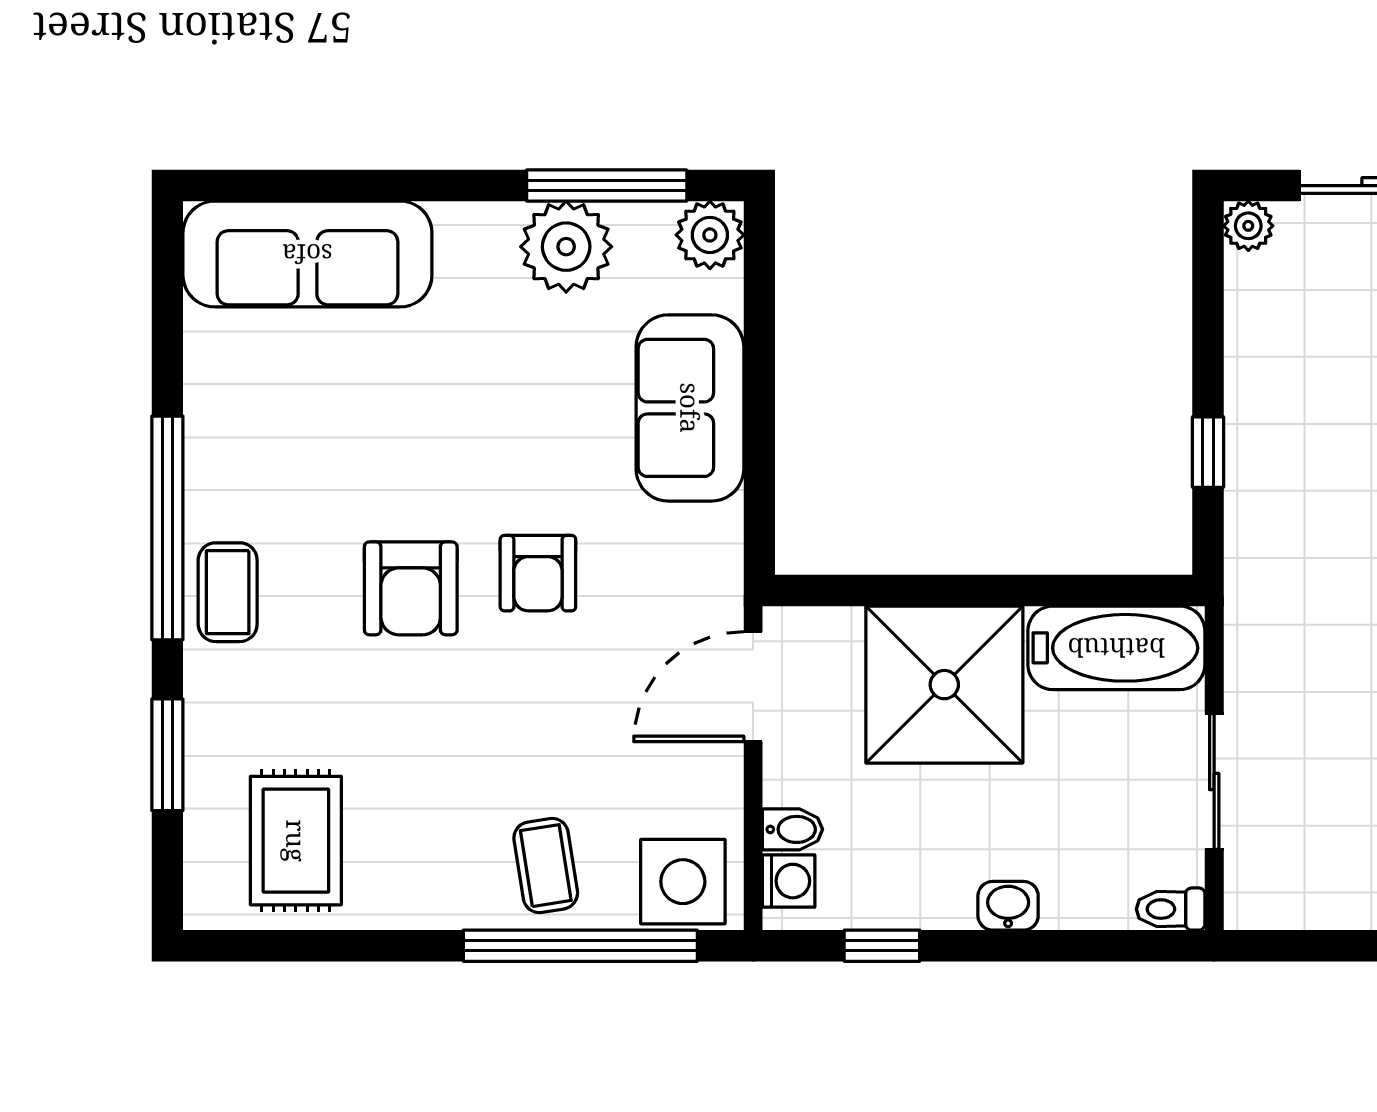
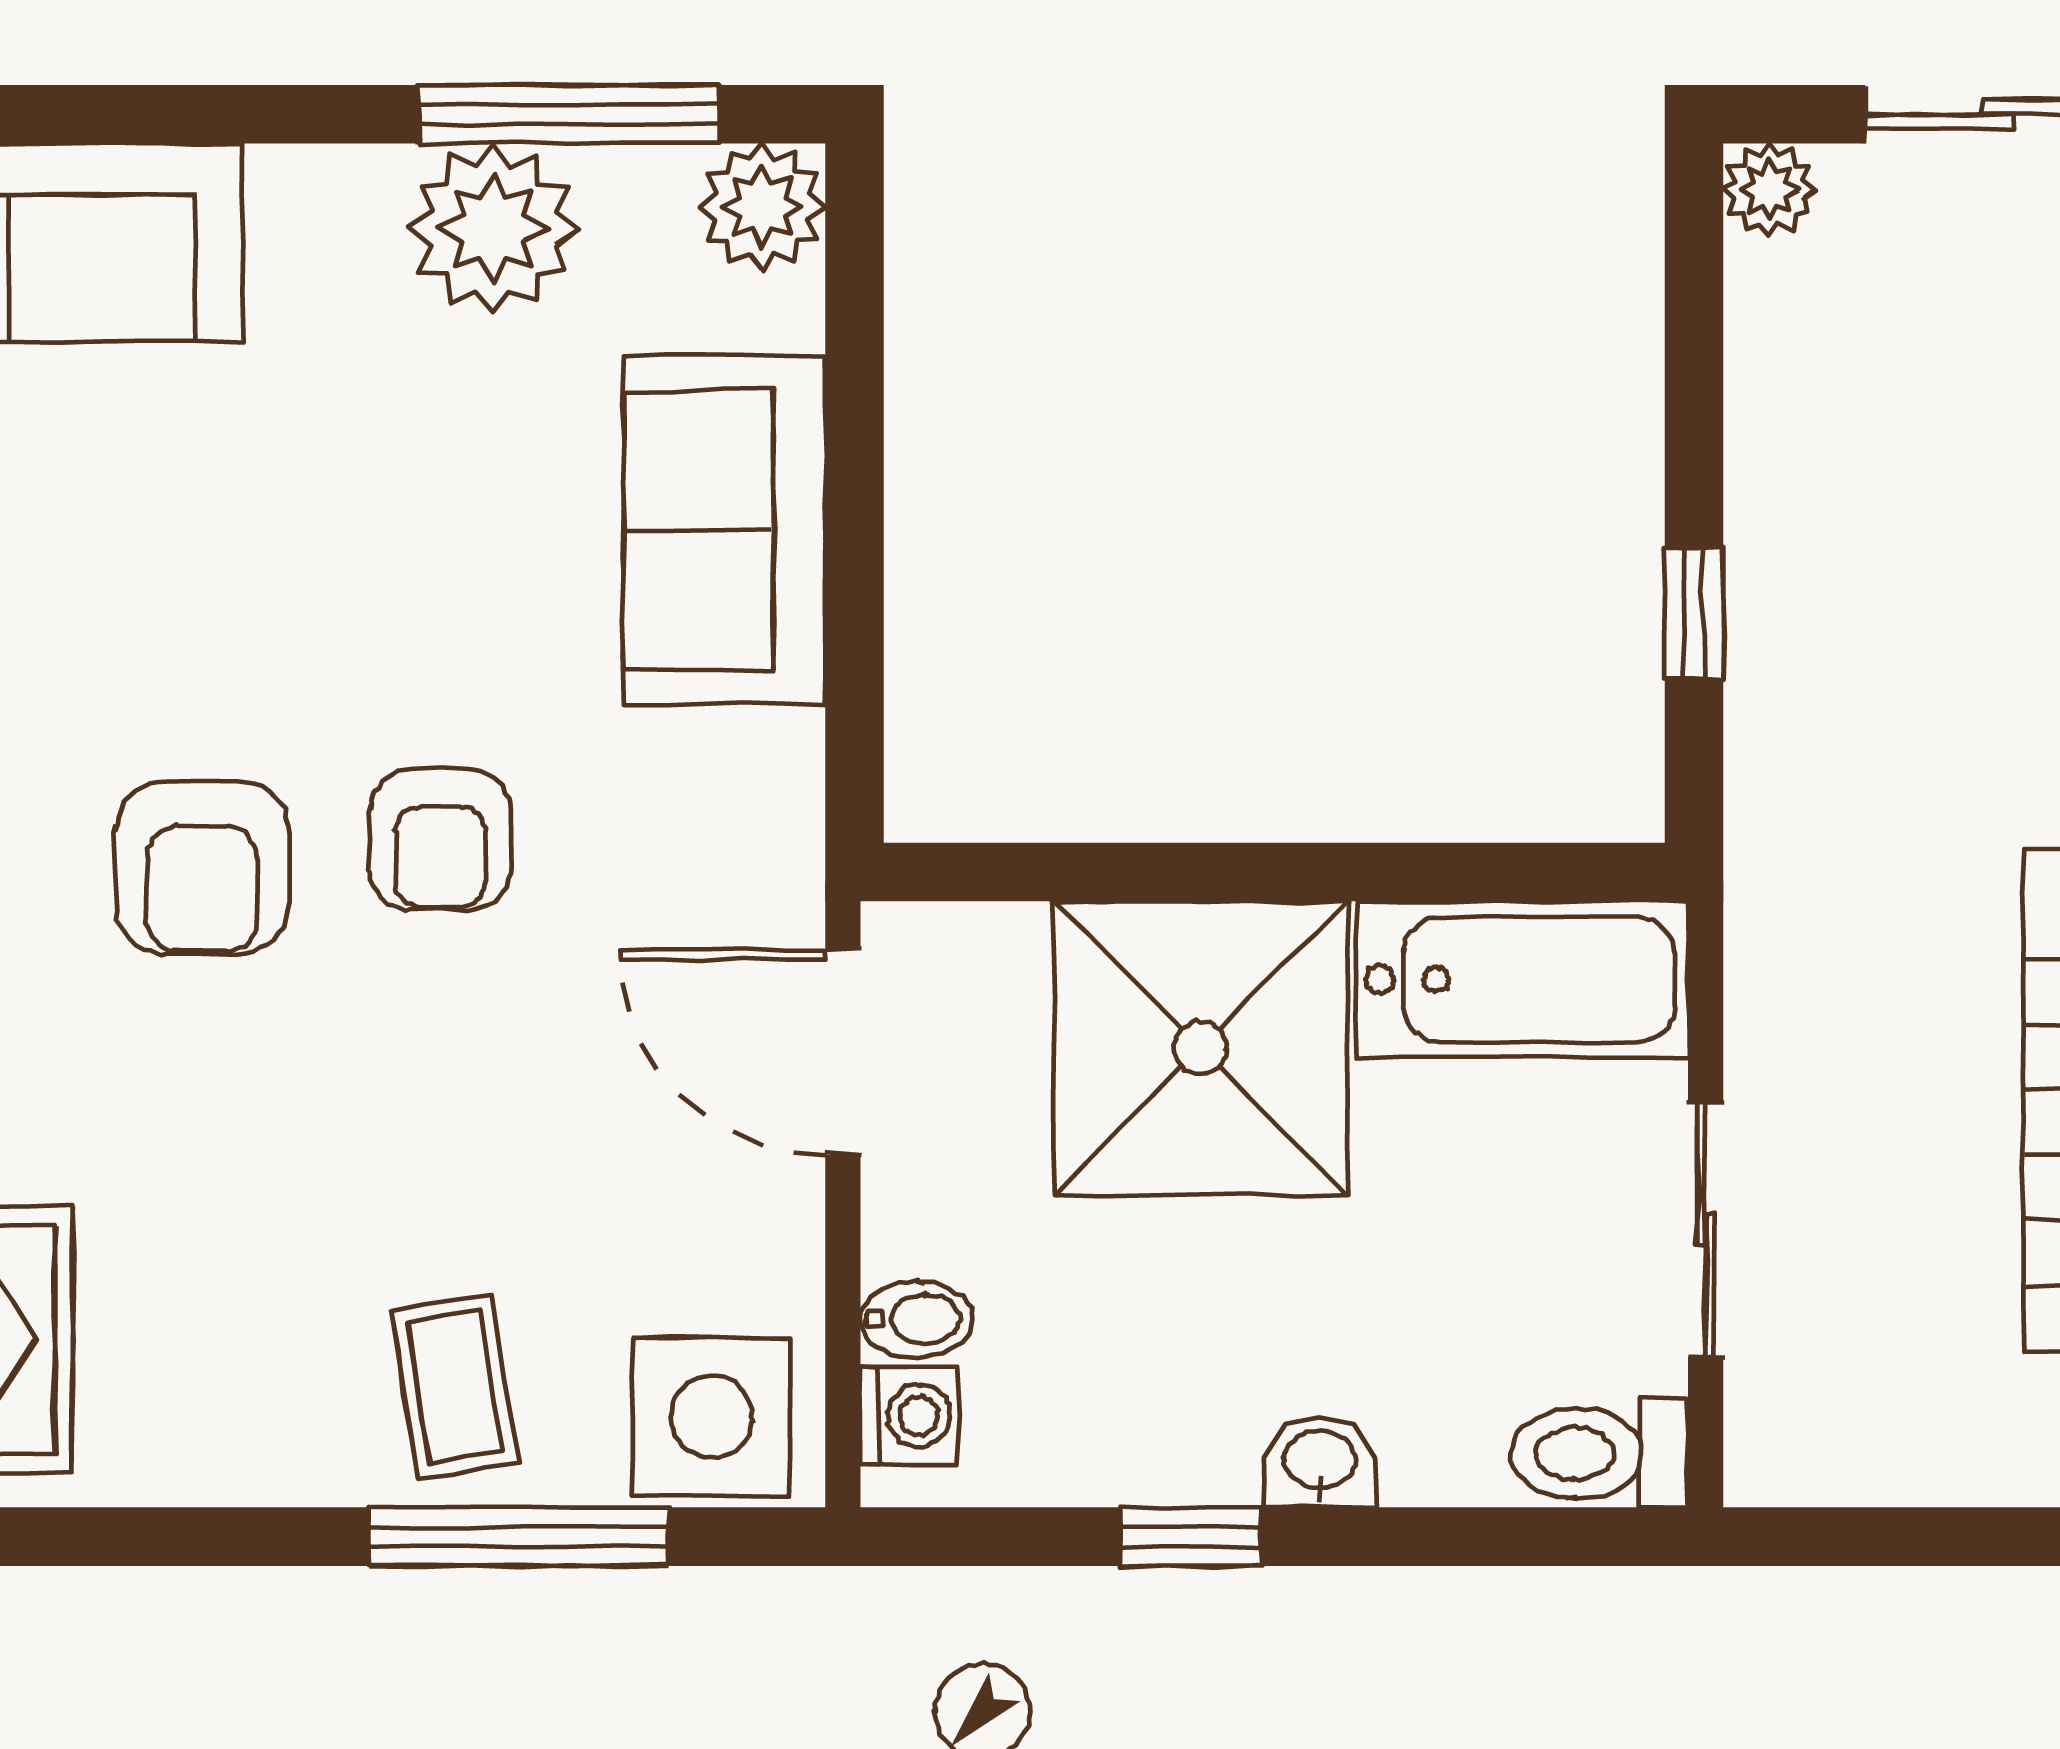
door: (753, 687) -> (843, 1052), hinge flipped
toilet: (1171, 909) -> (1599, 1453), width x1.37, depth x1.39
window: (580, 946) -> (520, 1537), width x0.68
window: (882, 946) -> (1190, 1537), moved

